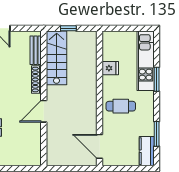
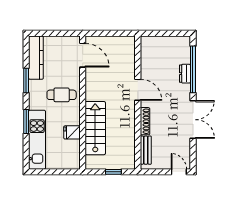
stairs: (57, 58) -> (95, 128), moved, turned 180
door: (44, 111) -> (138, 90), hinge flipped
window: (157, 134) -> (26, 81), moved
kitchen counter: (147, 151) -> (36, 58), width x1.50

